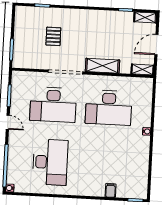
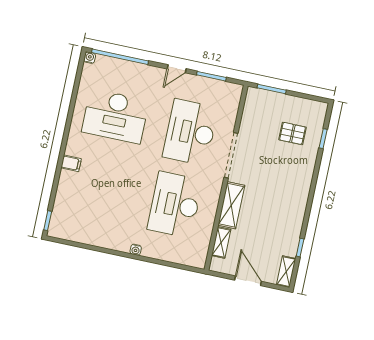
pallet: (53, 36) -> (292, 133), moved
shelving: (143, 70) -> (221, 242), moved
filing cabinet: (111, 190) -> (71, 163), moved

